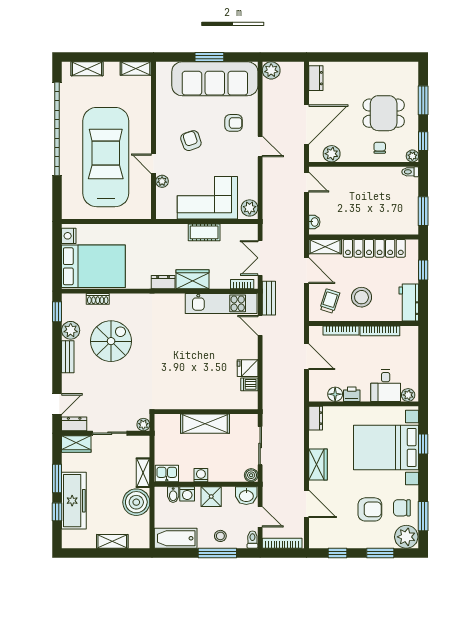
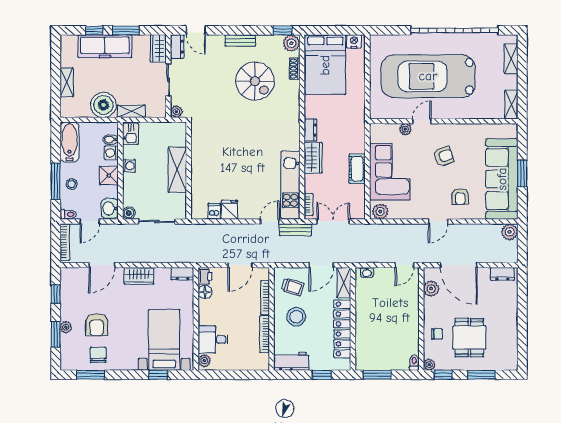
car: (106, 157) -> (428, 76), turned 180
plant: (71, 330) -> (291, 43), moved
printer: (352, 394) -> (205, 276), moved
bed with nightstands: (386, 447) -> (164, 340), width x0.73
plant: (406, 537) -> (66, 327), moved, width x0.53, depth x0.53

